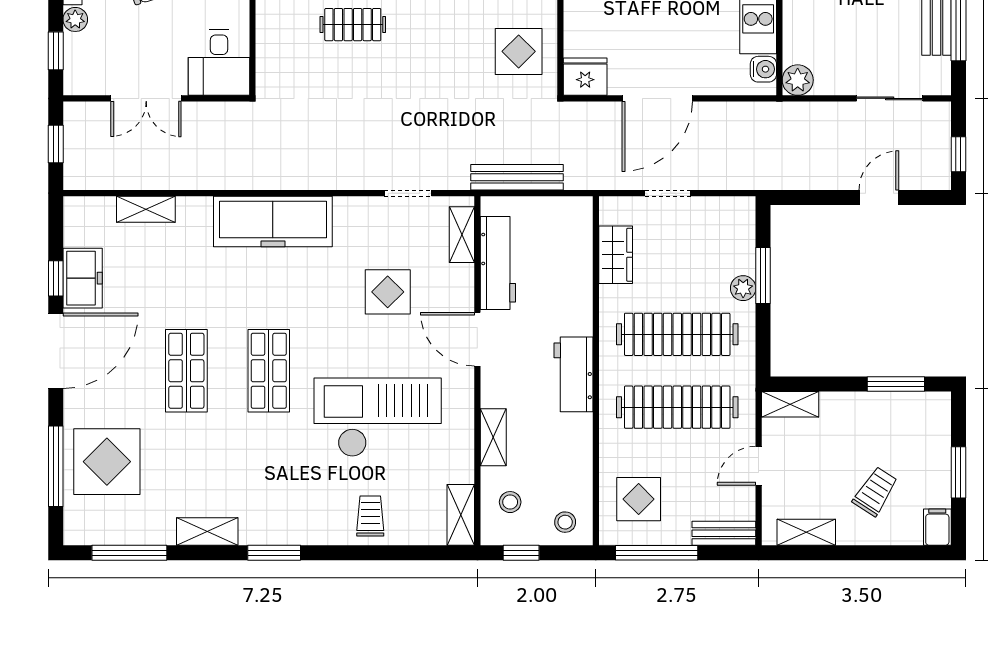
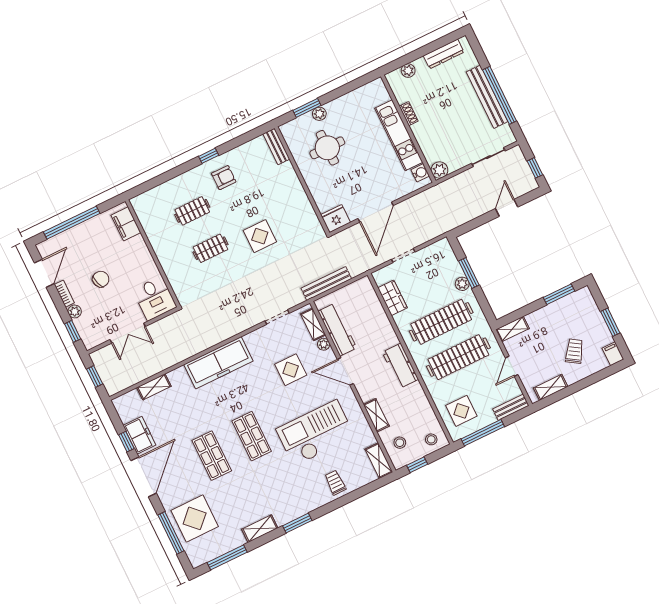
display table: (519, 51) -> (260, 236), moved
plant: (463, 276) -> (324, 344), added

